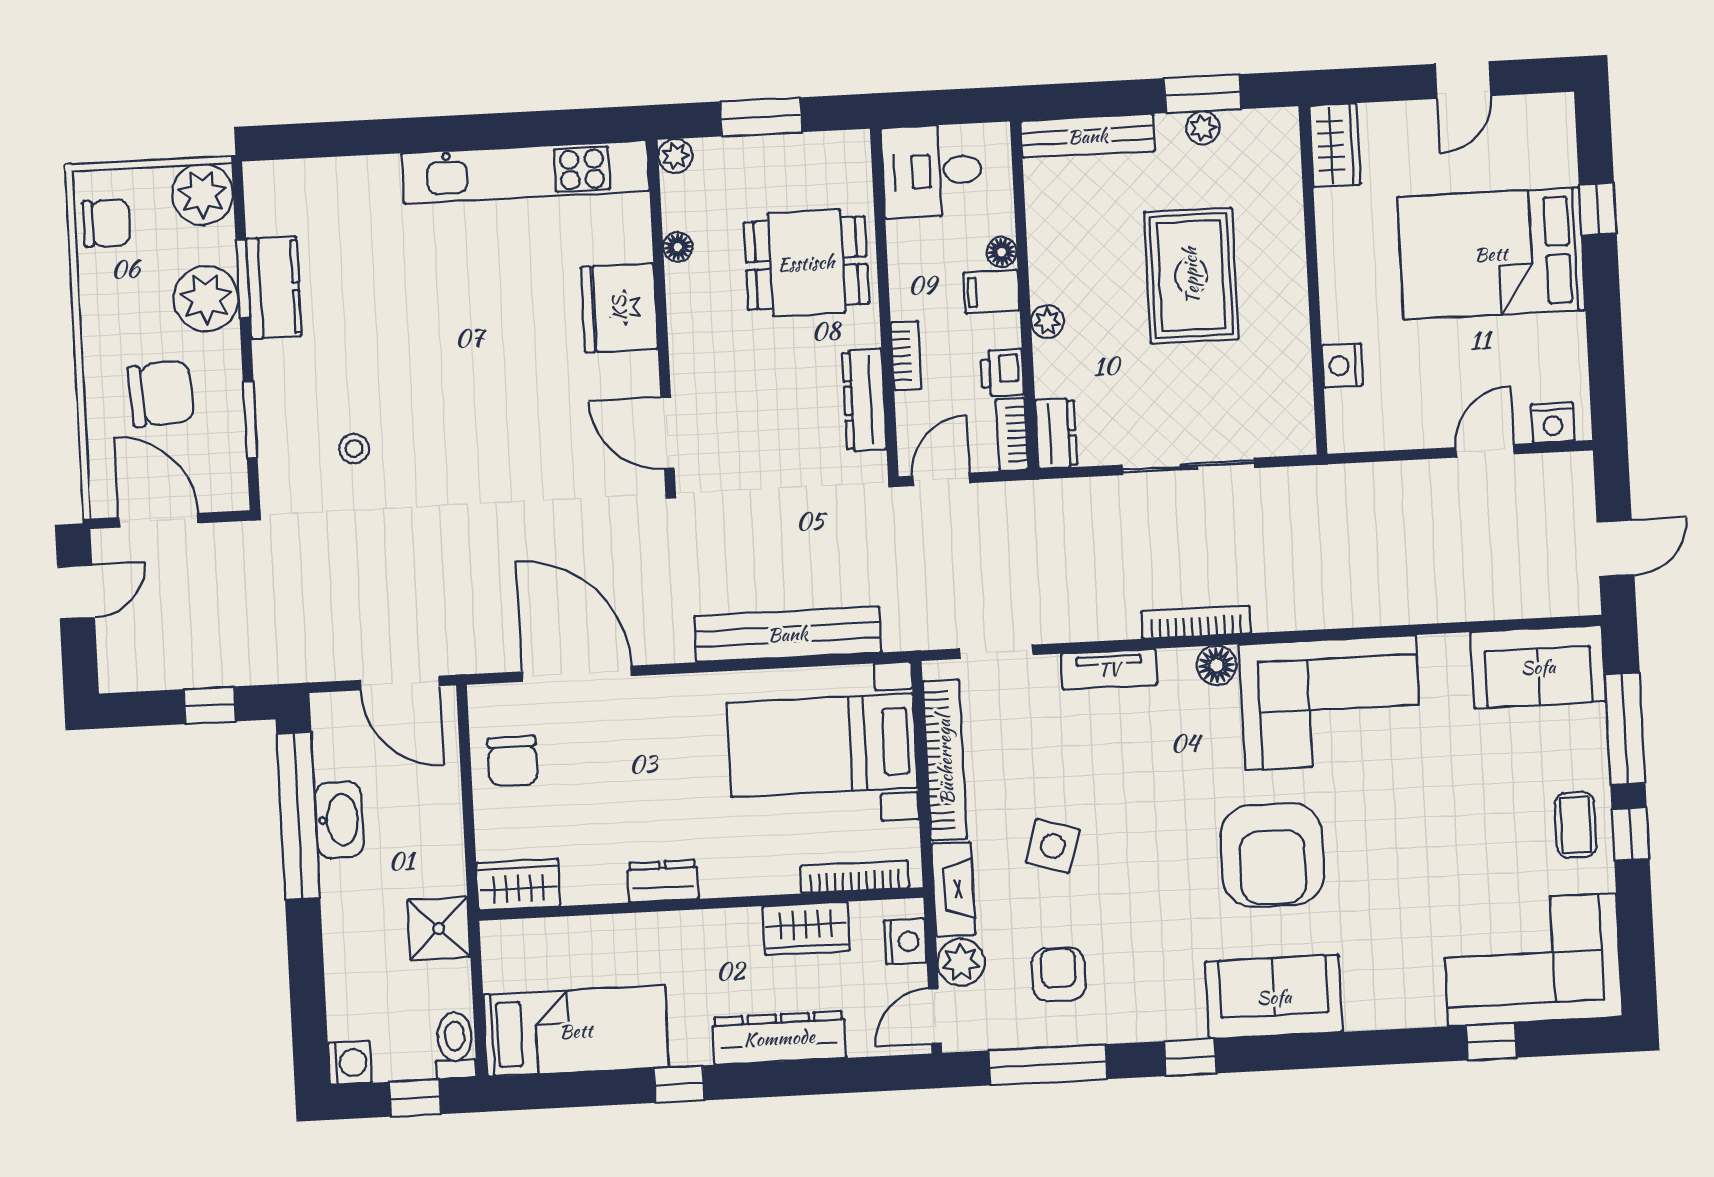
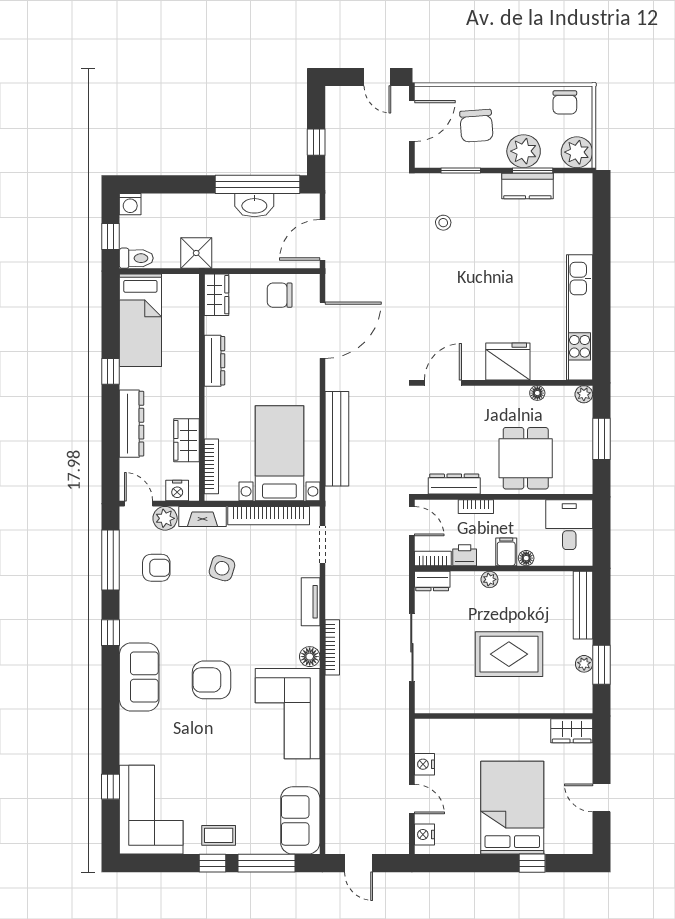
nightstand: (1342, 366) -> (425, 764), moved, turned -90
armchair: (1272, 855) -> (211, 680), width x0.73, depth x0.73
dresser: (663, 881) -> (214, 361), width x1.44

